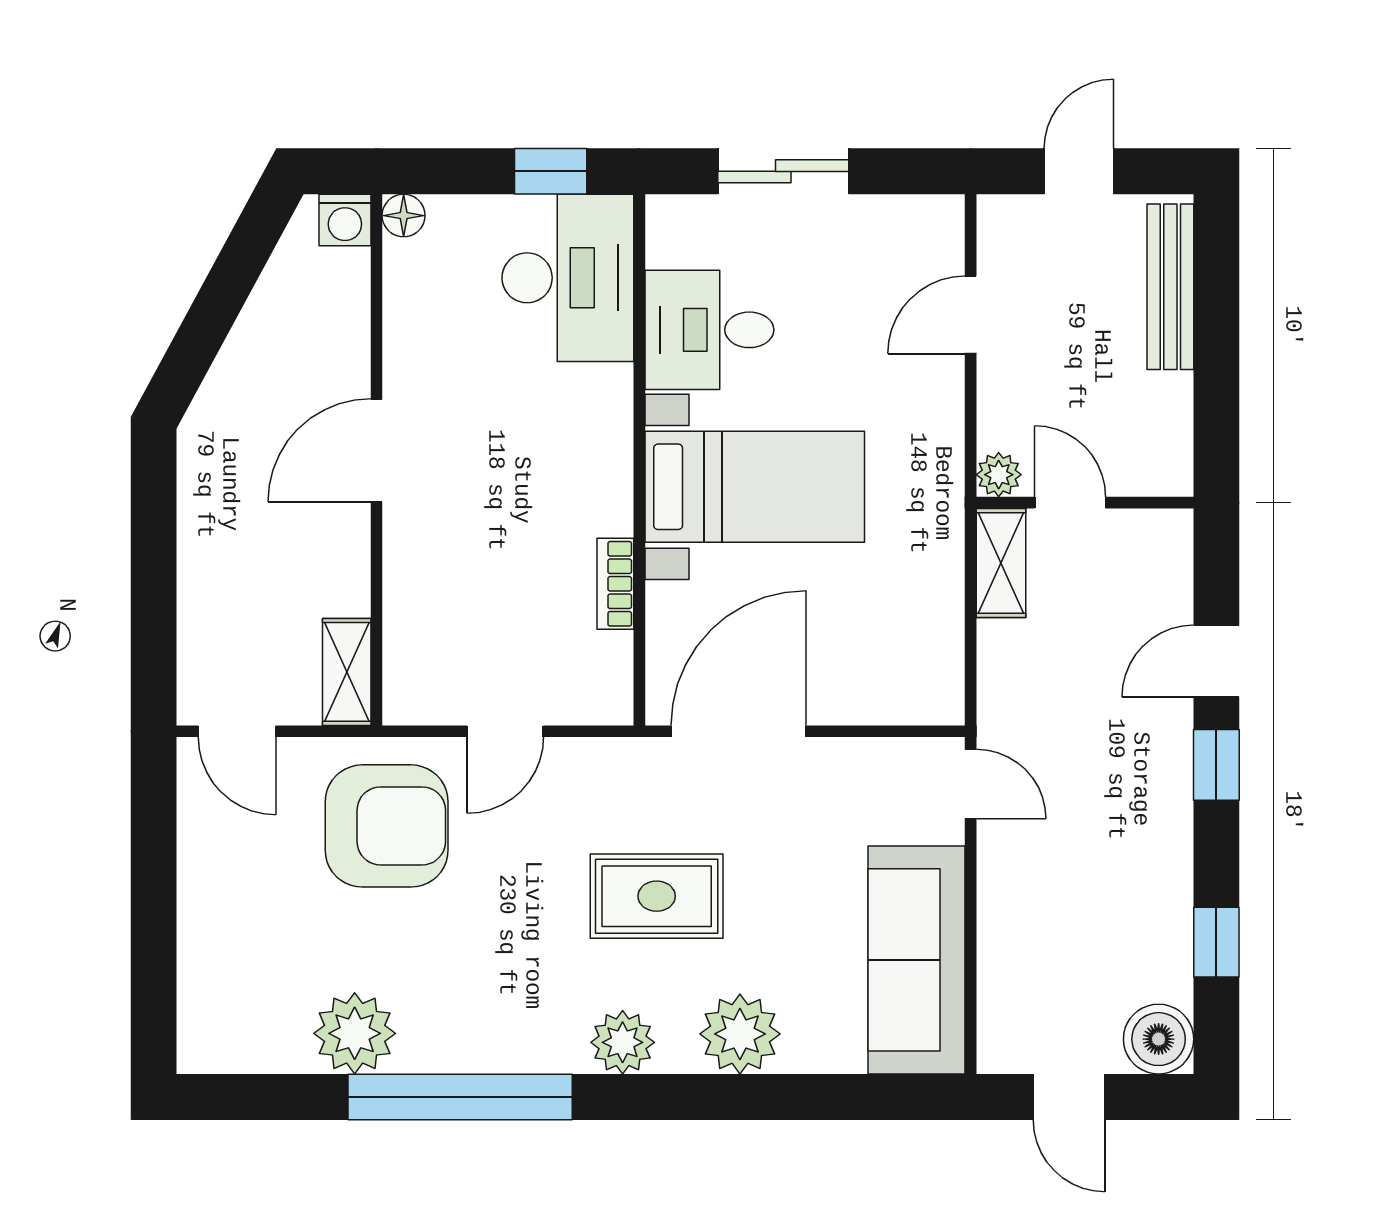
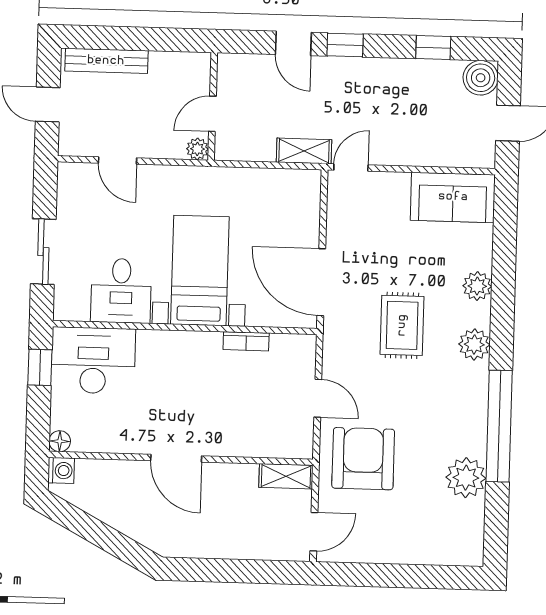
shelving: (1001, 563) -> (304, 151), moved
sofa: (917, 960) -> (453, 197), width x0.73
plant: (740, 1034) -> (477, 286), width x0.73, depth x0.73

